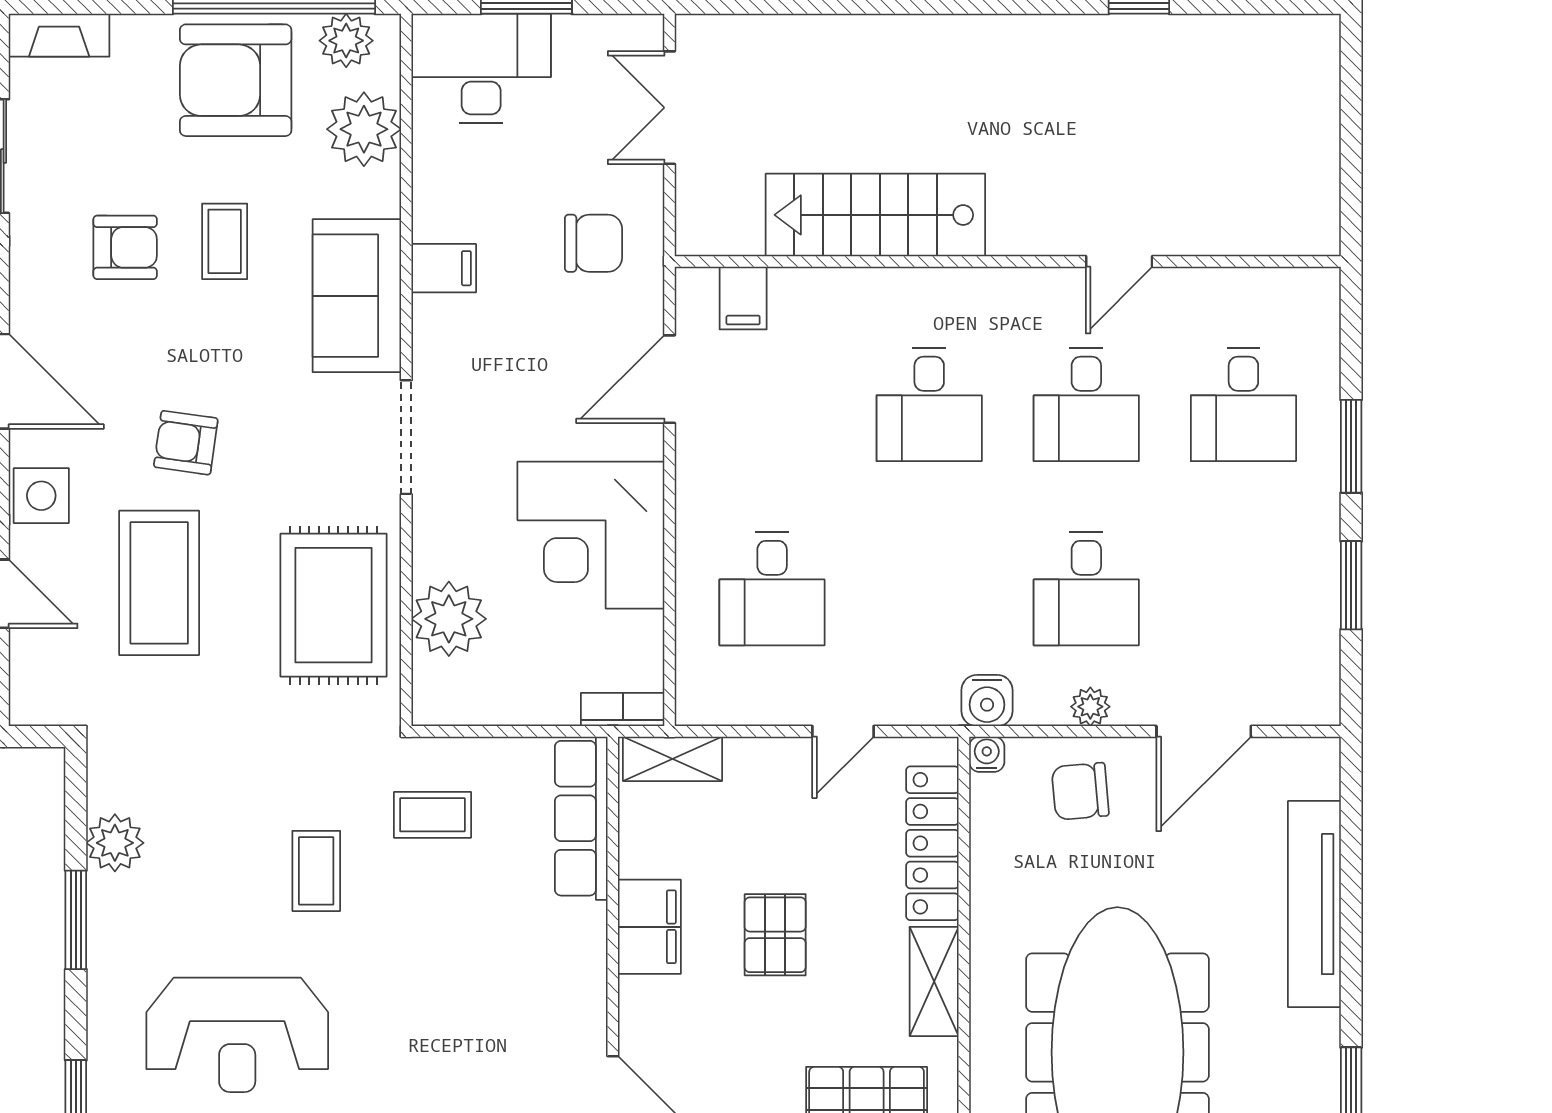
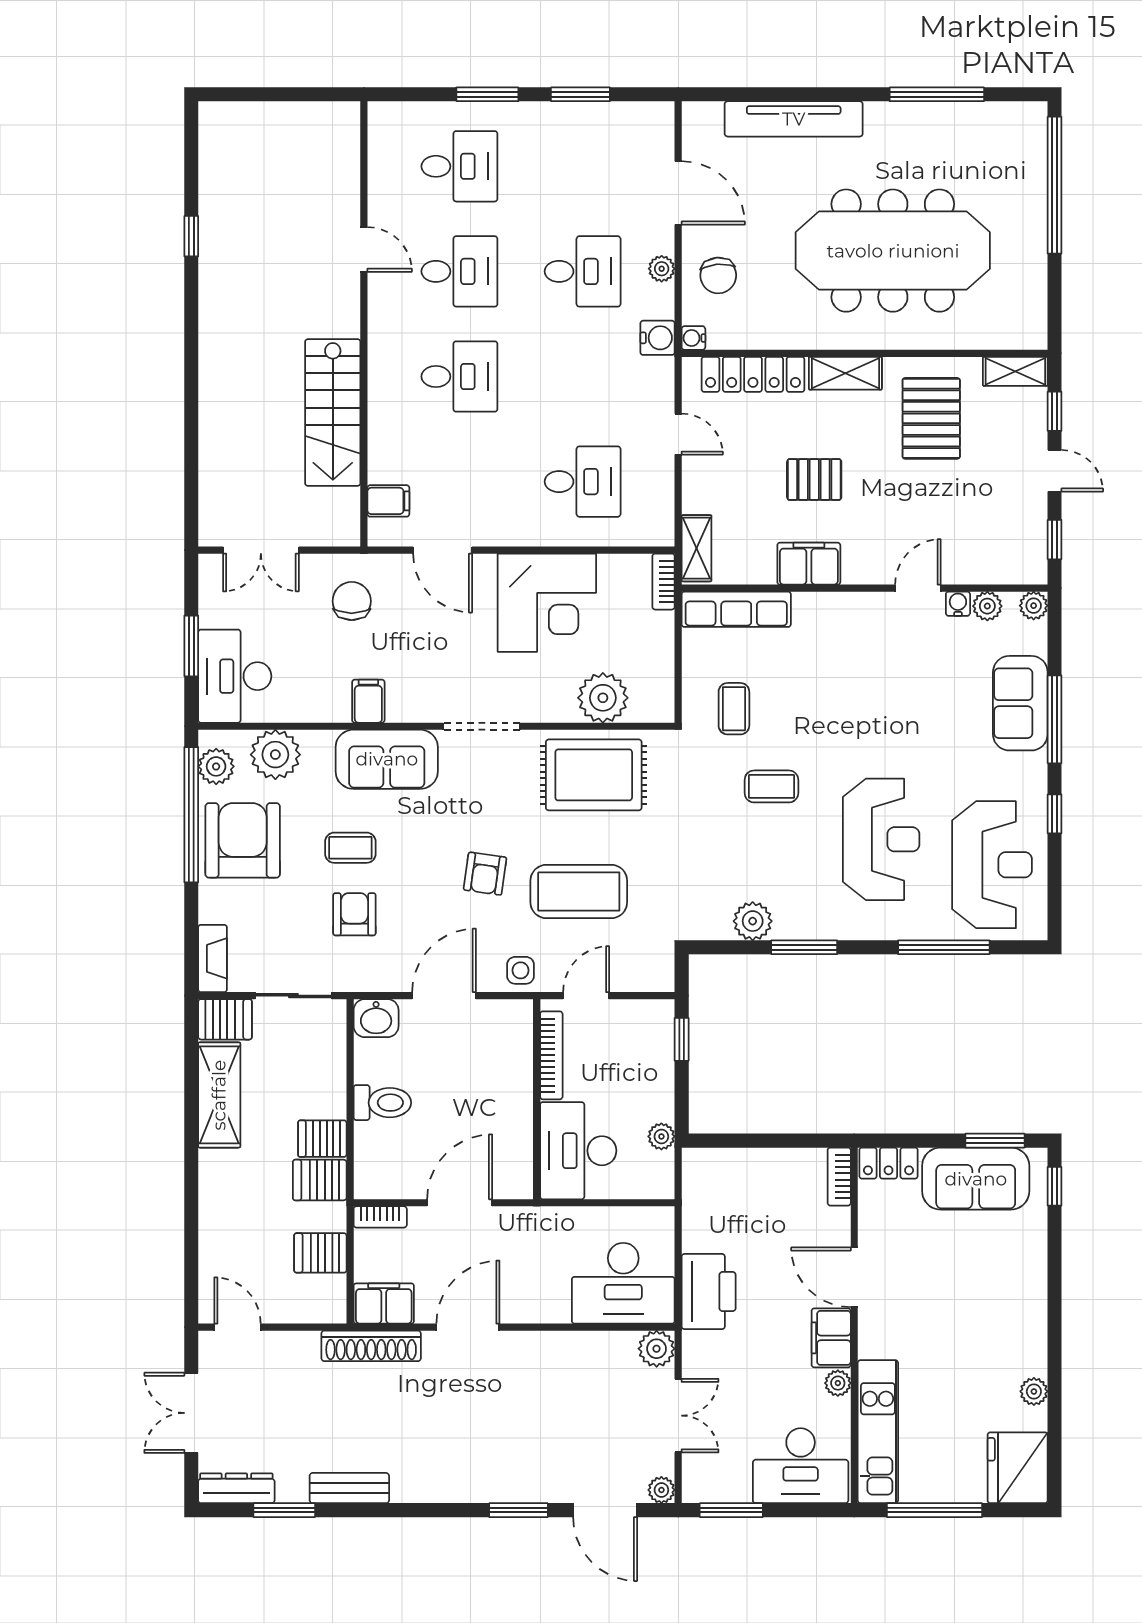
armchair: (236, 80) -> (243, 840), turned 180
side table: (41, 496) -> (521, 970), width x0.73, depth x0.73

